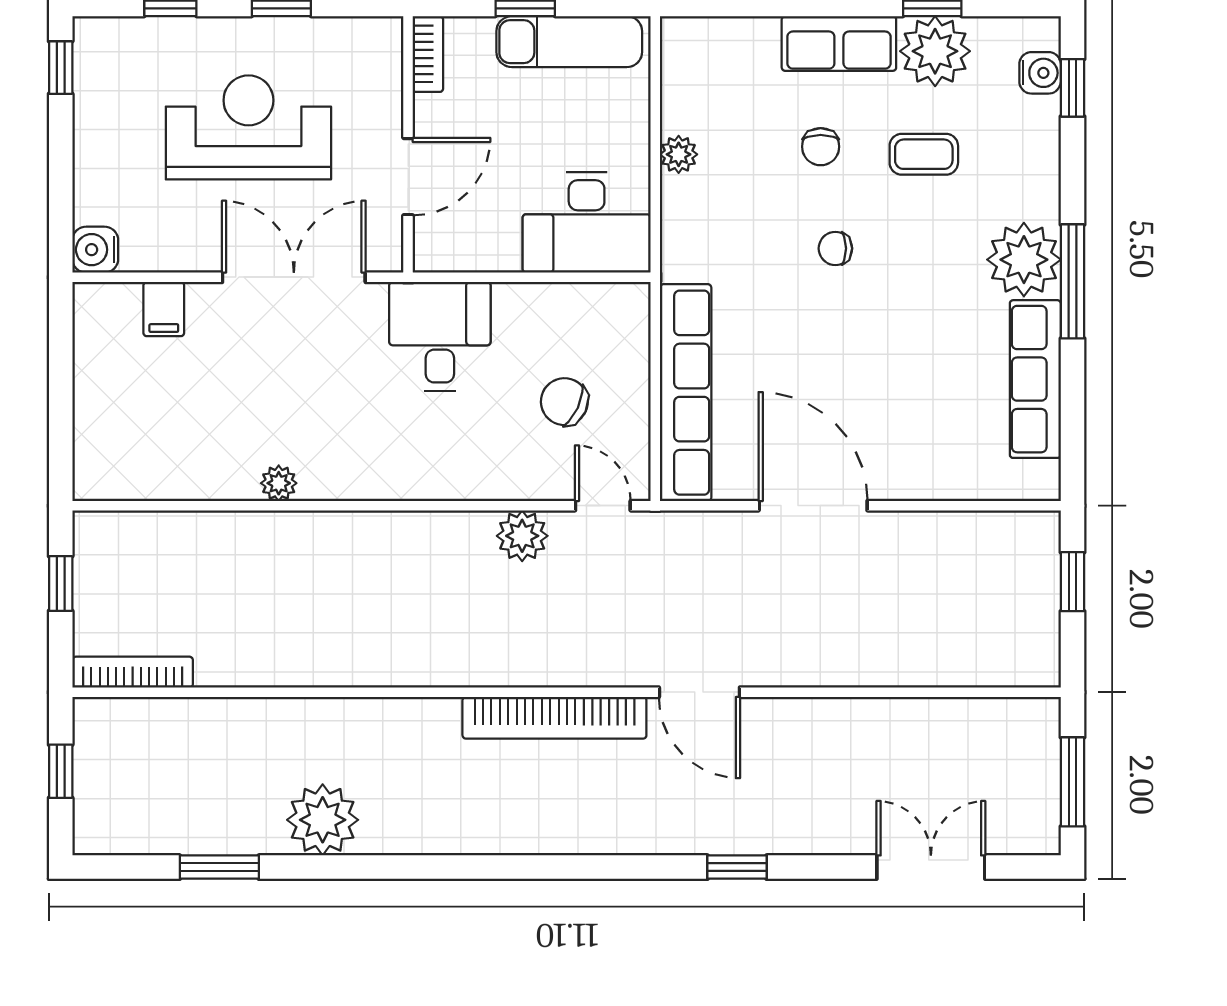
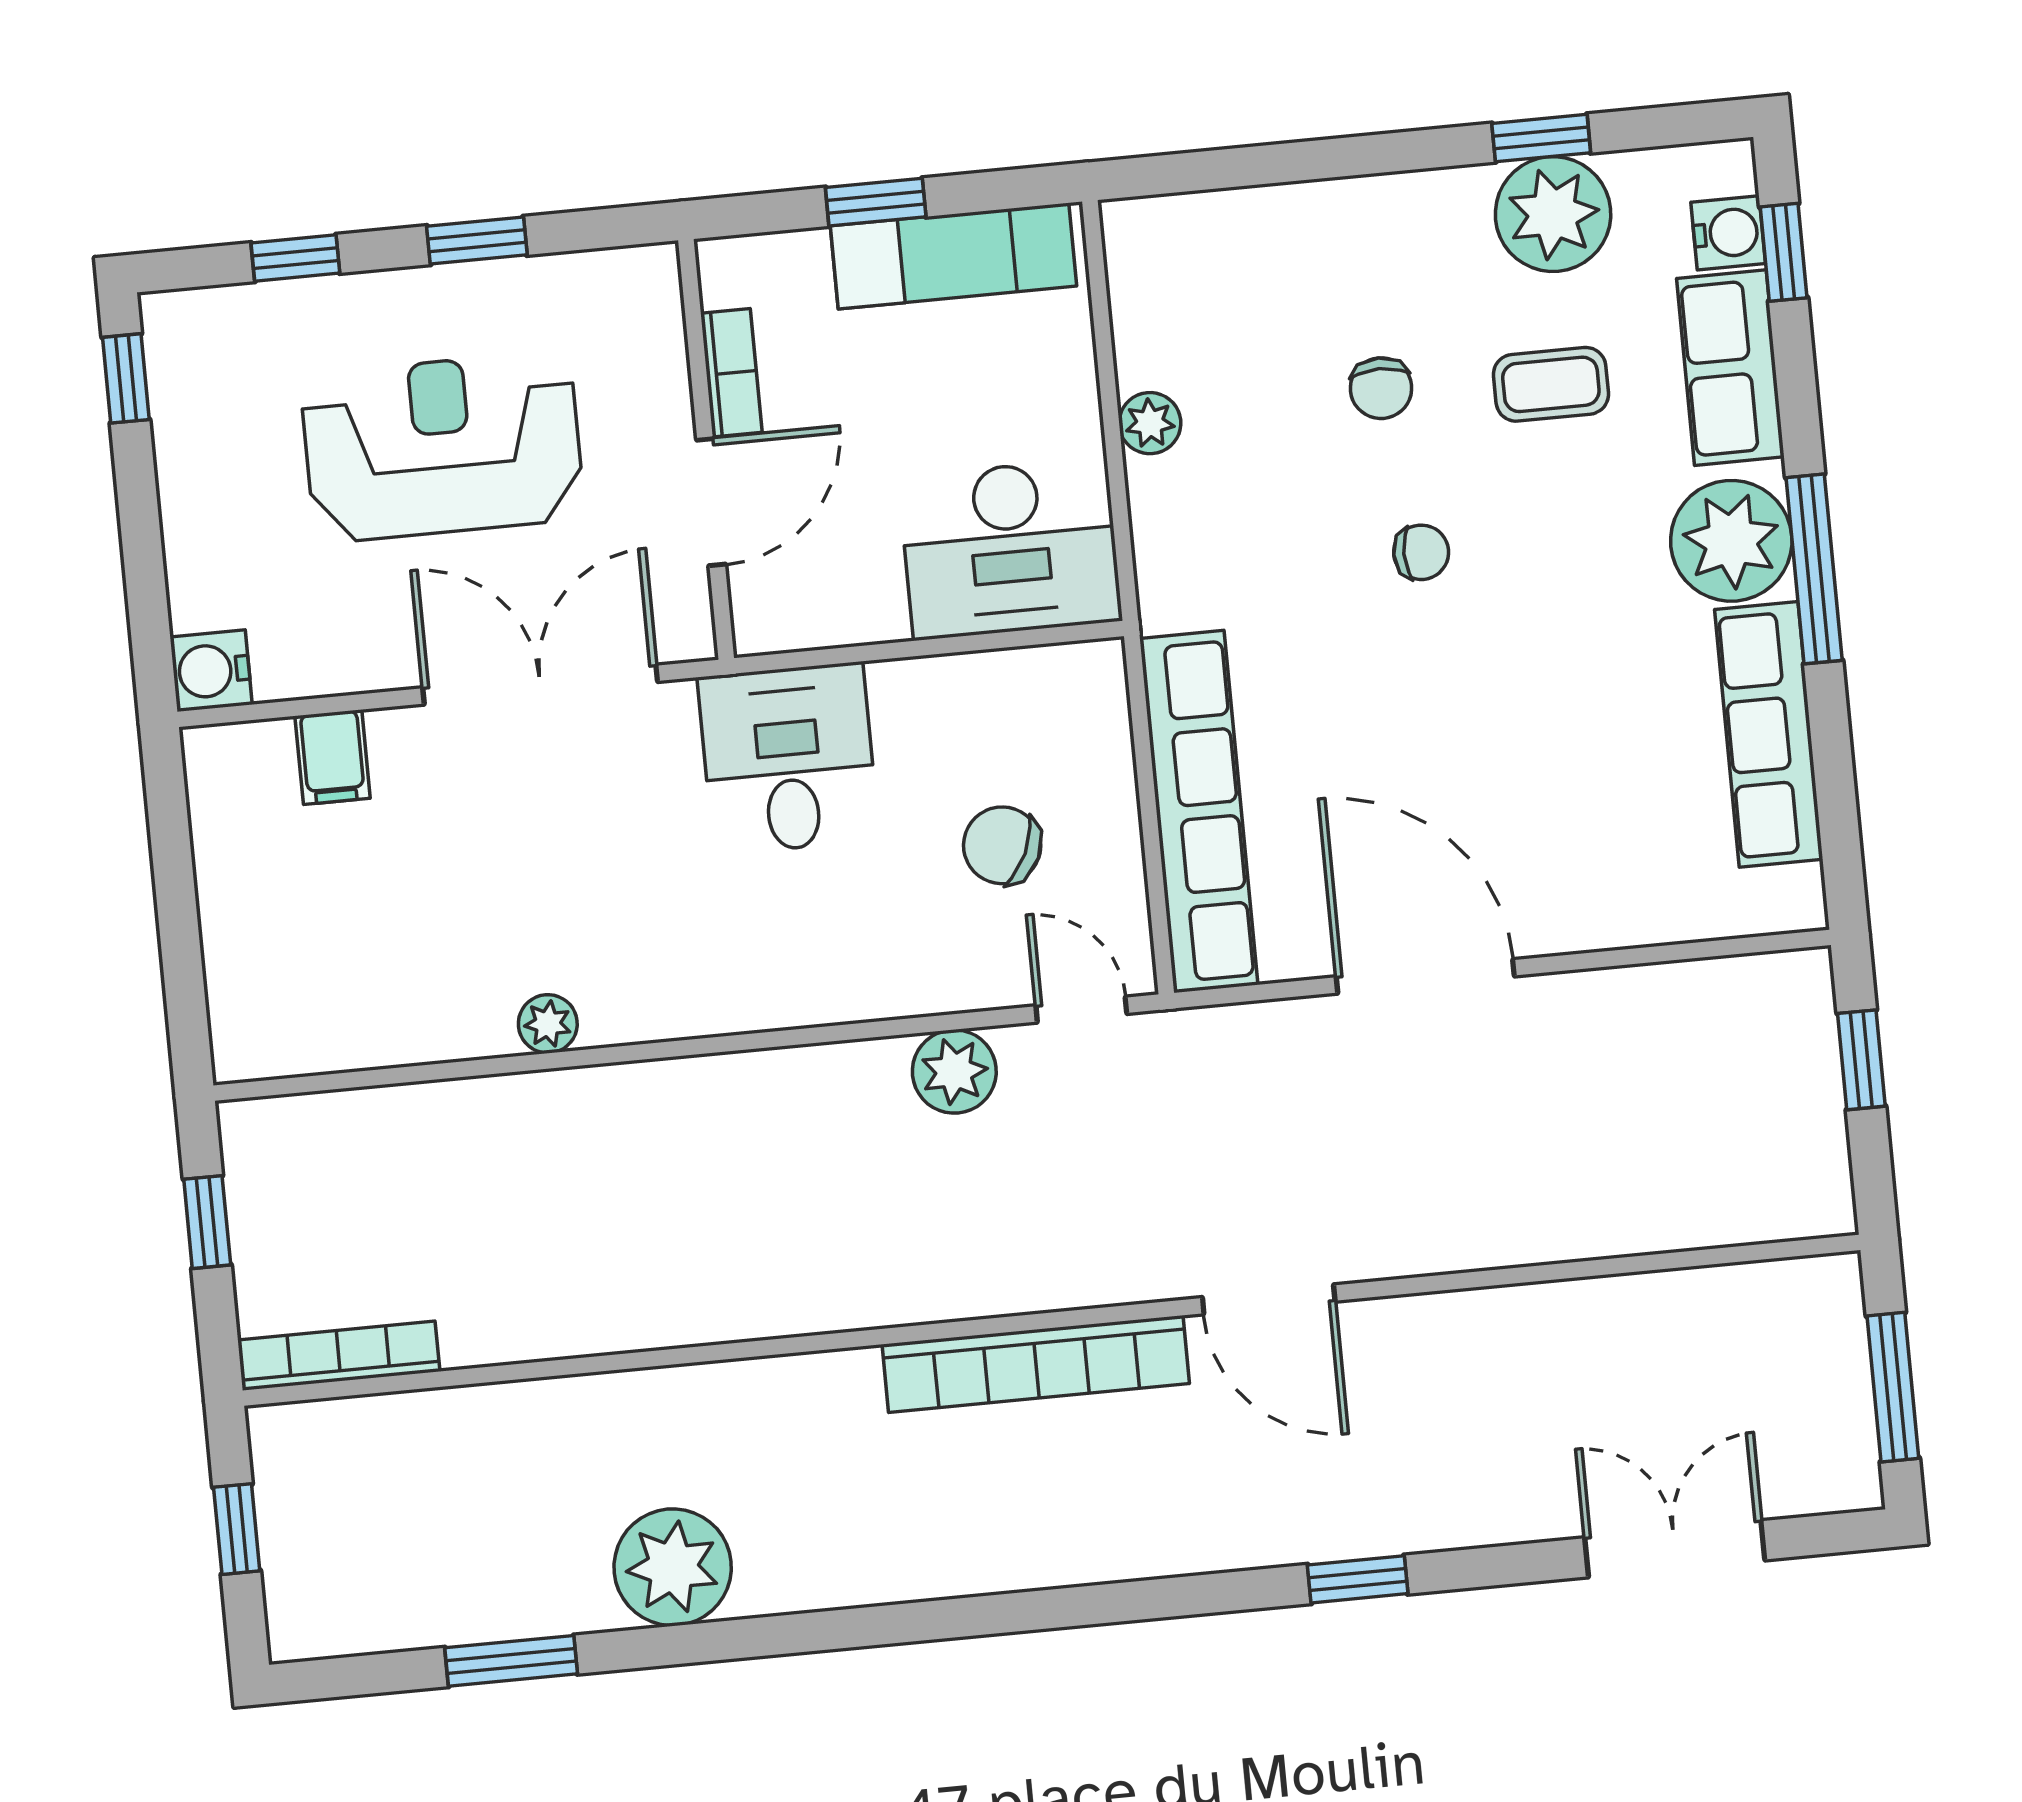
row of seats: (839, 43) -> (1730, 368), moved, turned 90
bookcase: (428, 54) -> (731, 373), moved
chair: (835, 248) -> (1421, 552), turned 180

